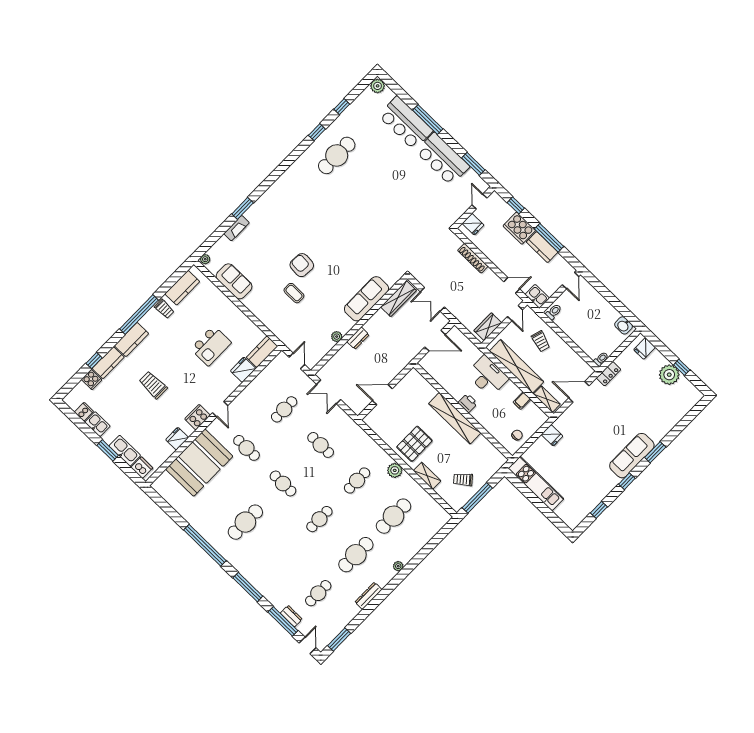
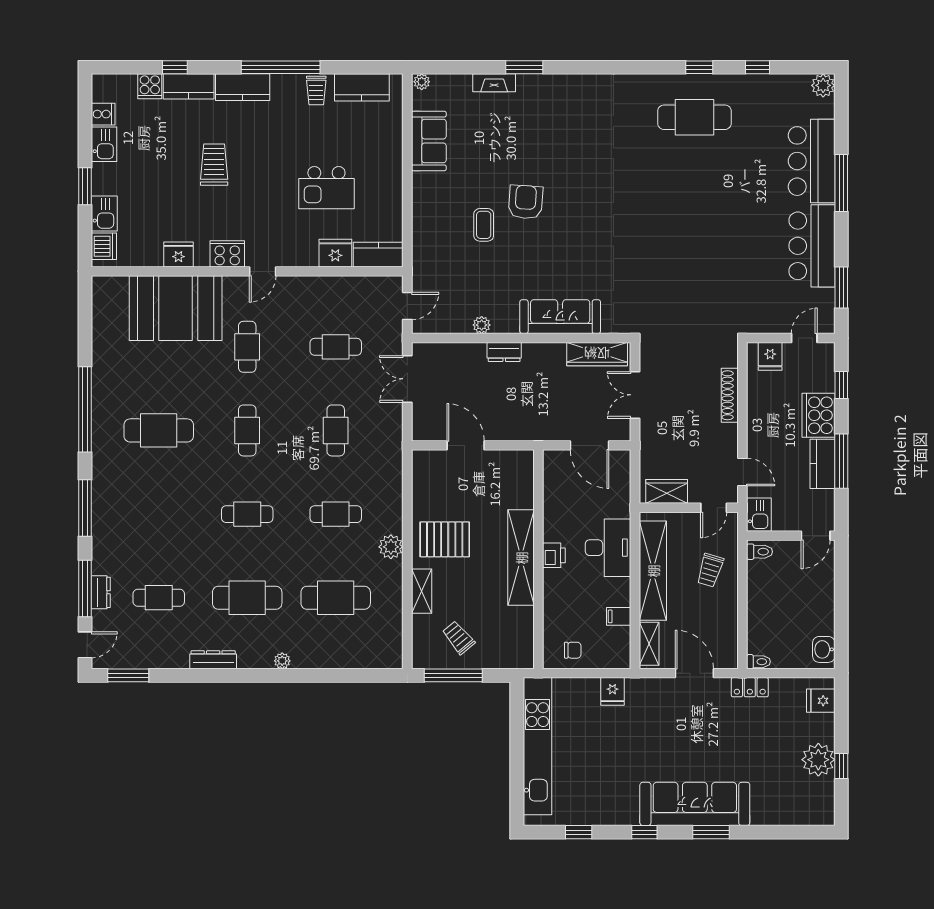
kitchen sink: (125, 451) -> (104, 214), width x0.73
sofa: (632, 456) -> (695, 804), width x1.36, depth x1.27
kitchen unit: (536, 483) -> (537, 746), width x1.36

